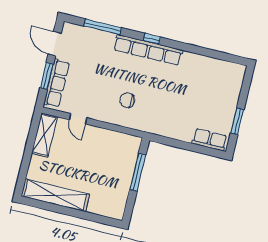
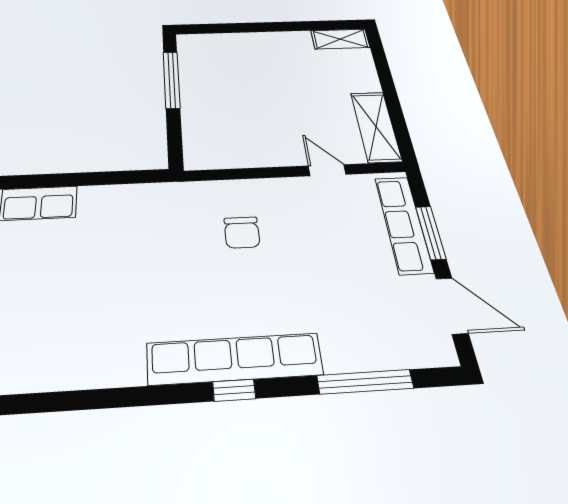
chair: (127, 100) -> (242, 232), turned 90
window: (138, 172) -> (172, 80), moved
shelving: (55, 195) -> (340, 39), width x0.45, depth x0.75

